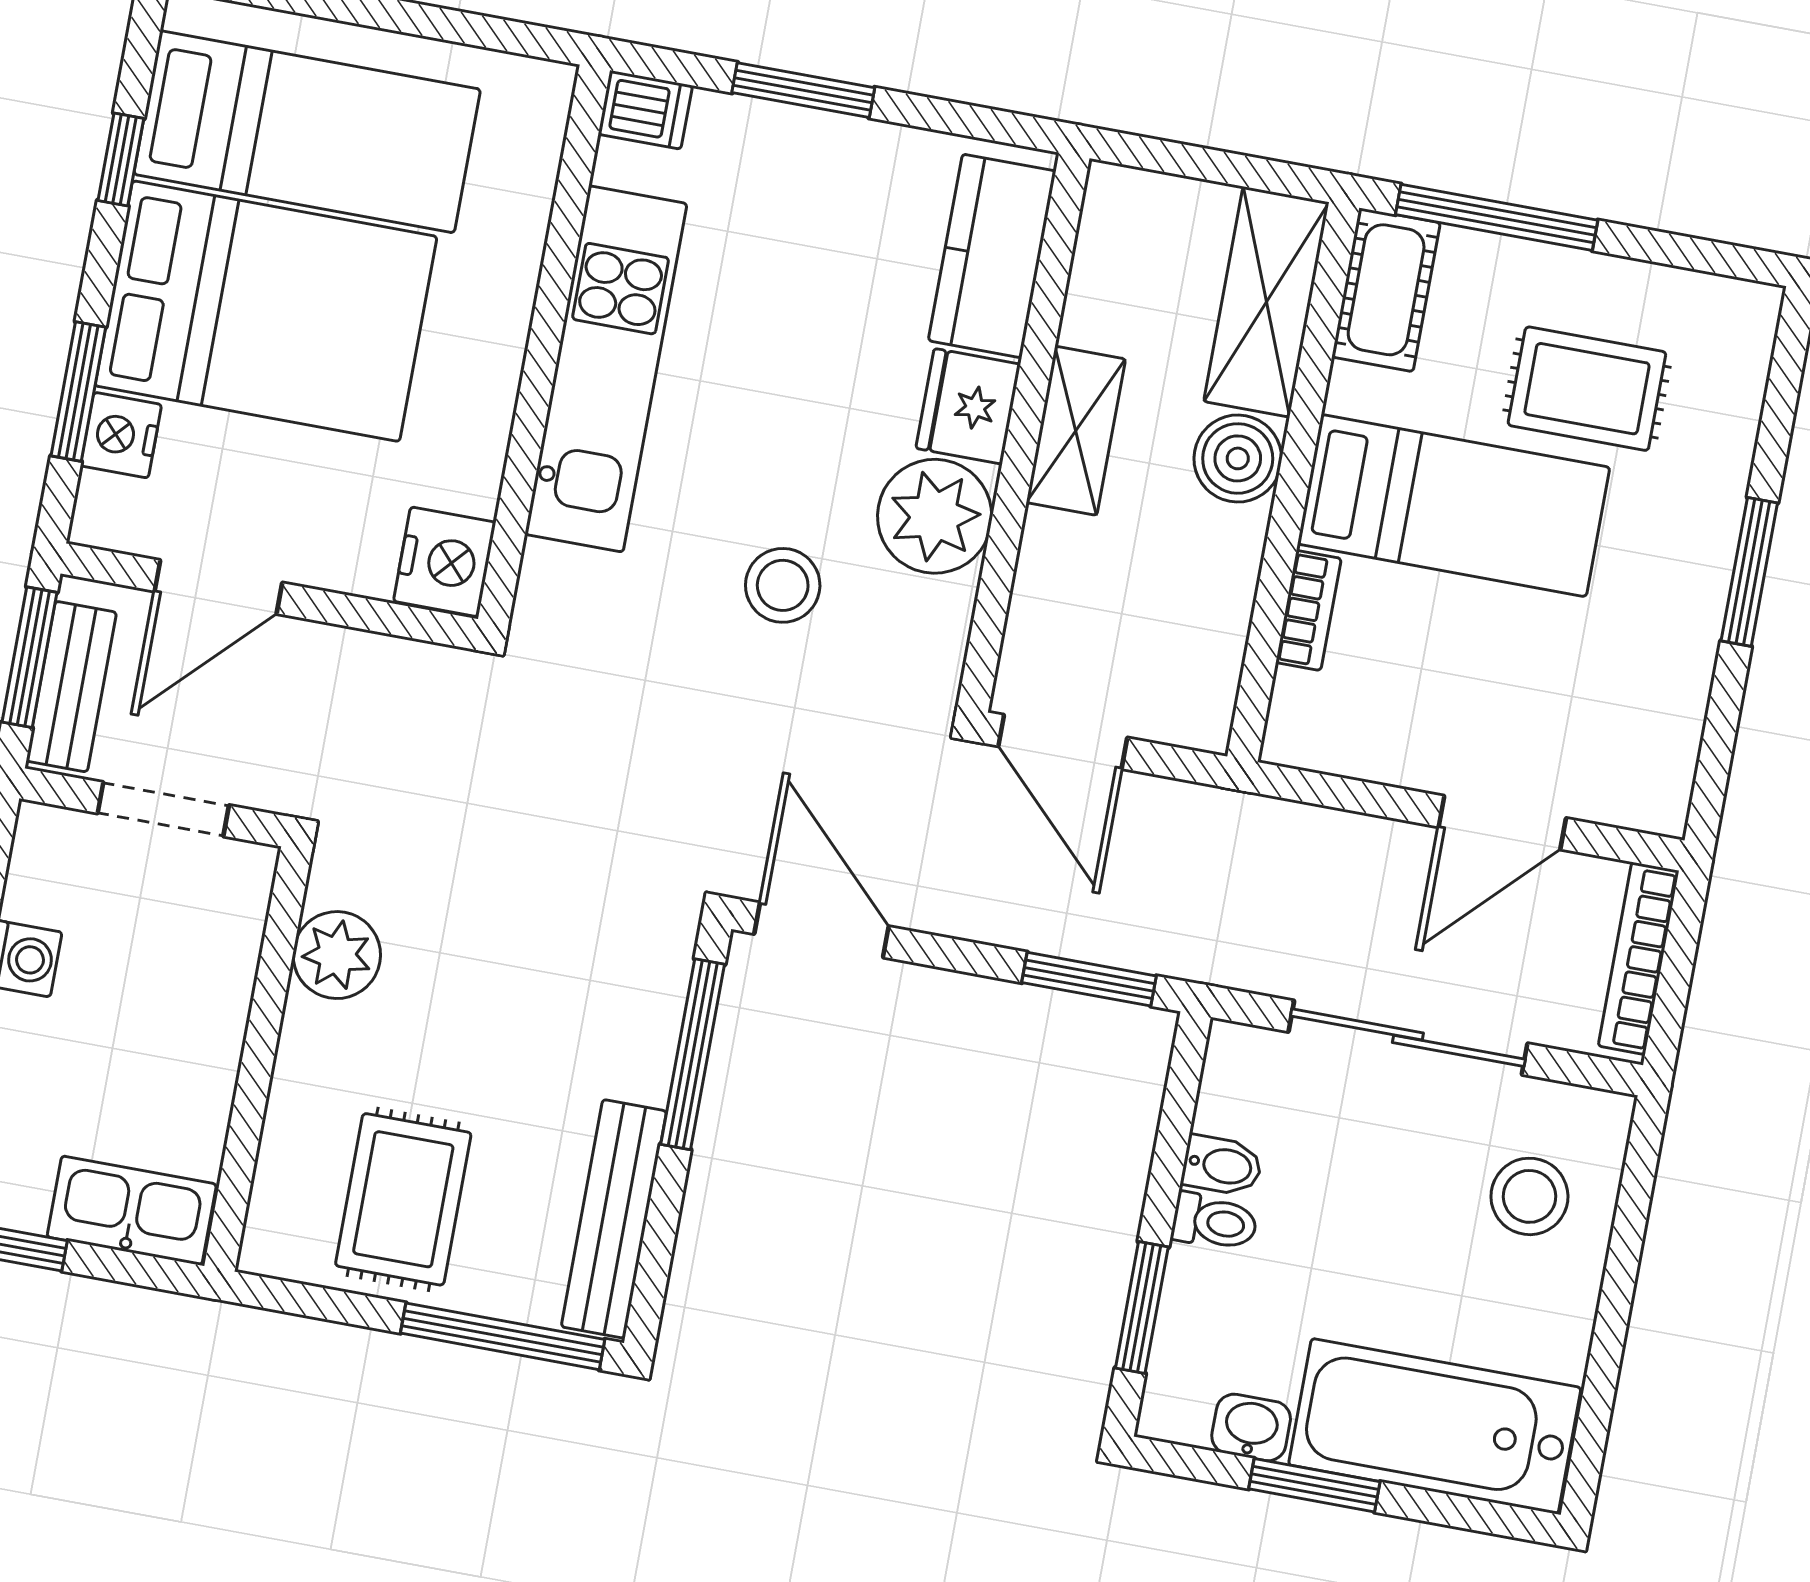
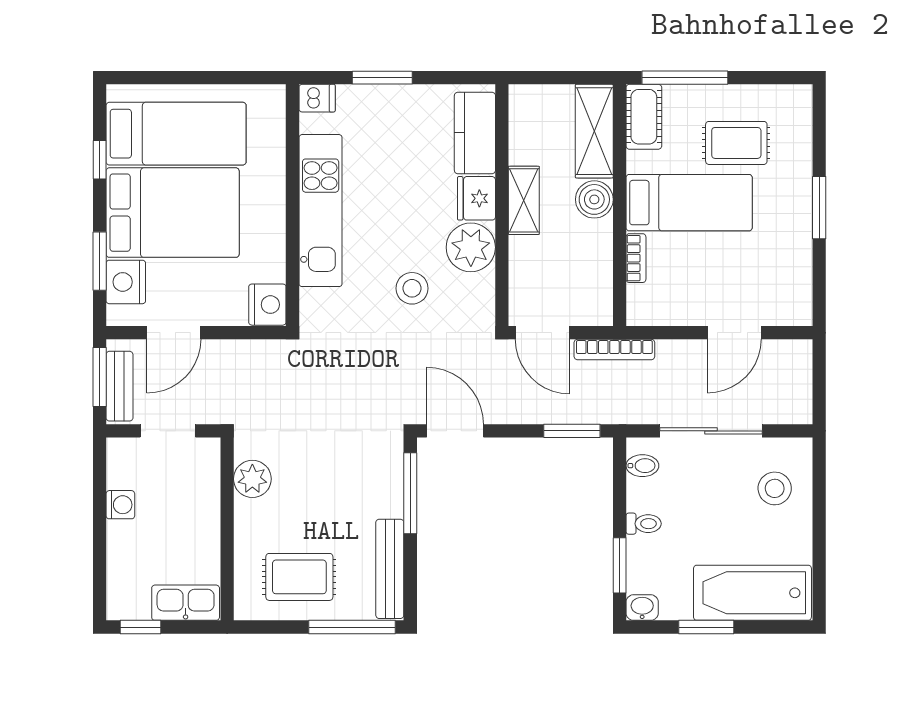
nightstand: (121, 435) -> (126, 282), width x1.36, depth x1.33
bookcase: (1639, 958) -> (614, 350), moved, turned -90
bidet: (1222, 1165) -> (642, 466), moved
rug: (403, 1199) -> (299, 577), turned 90
washbasin: (1251, 1427) -> (642, 608), moved

